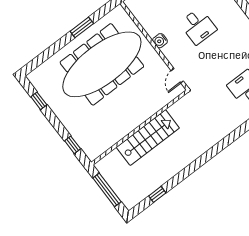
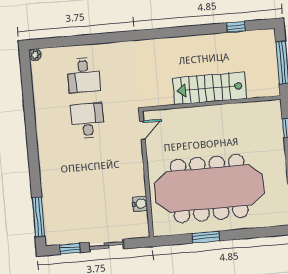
desk: (198, 26) -> (87, 121), moved
water cooler: (160, 41) -> (140, 204), moved

